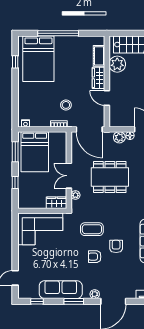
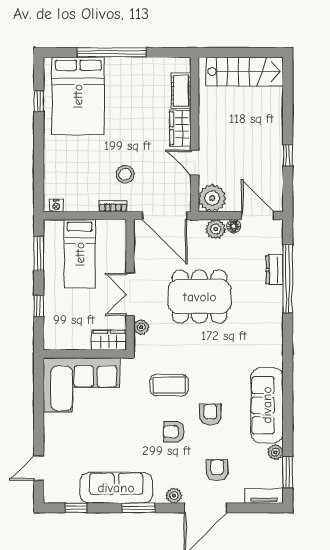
plant: (117, 64) -> (212, 198), moved
bed: (35, 152) -> (80, 254), width x0.67
armchair: (120, 279) -> (217, 470), added

